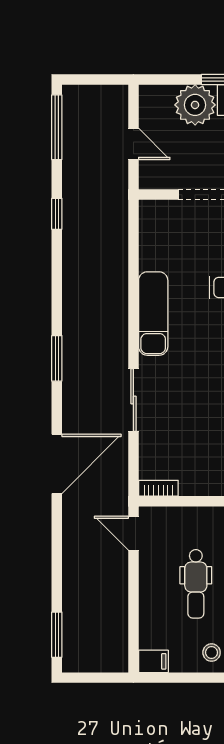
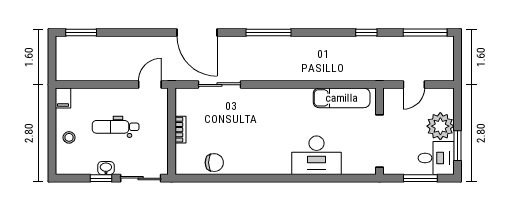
exam couch: (153, 314) -> (342, 98), moved
window: (57, 358) -> (269, 33), width x1.44
sliding door: (133, 400) -> (219, 85), moved
bookcase: (158, 488) -> (180, 130), moved

